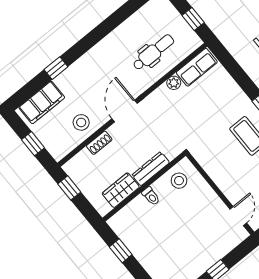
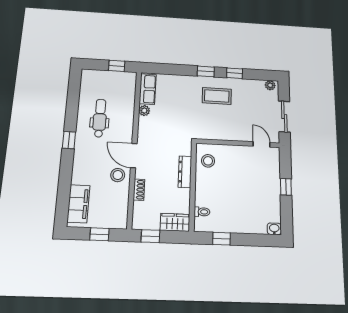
dental chair: (153, 52) -> (100, 118), moved
window: (56, 68) -> (69, 140), moved
stool: (81, 122) -> (118, 175), moved
wardrobe: (121, 190) -> (175, 222), moved, turned 90
toilet: (151, 196) -> (202, 212), moved

